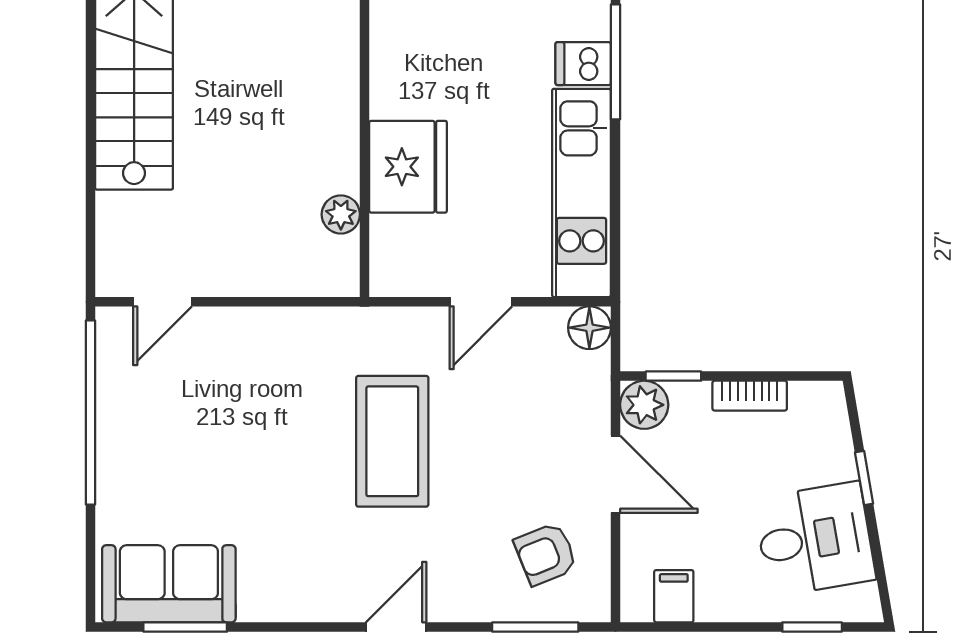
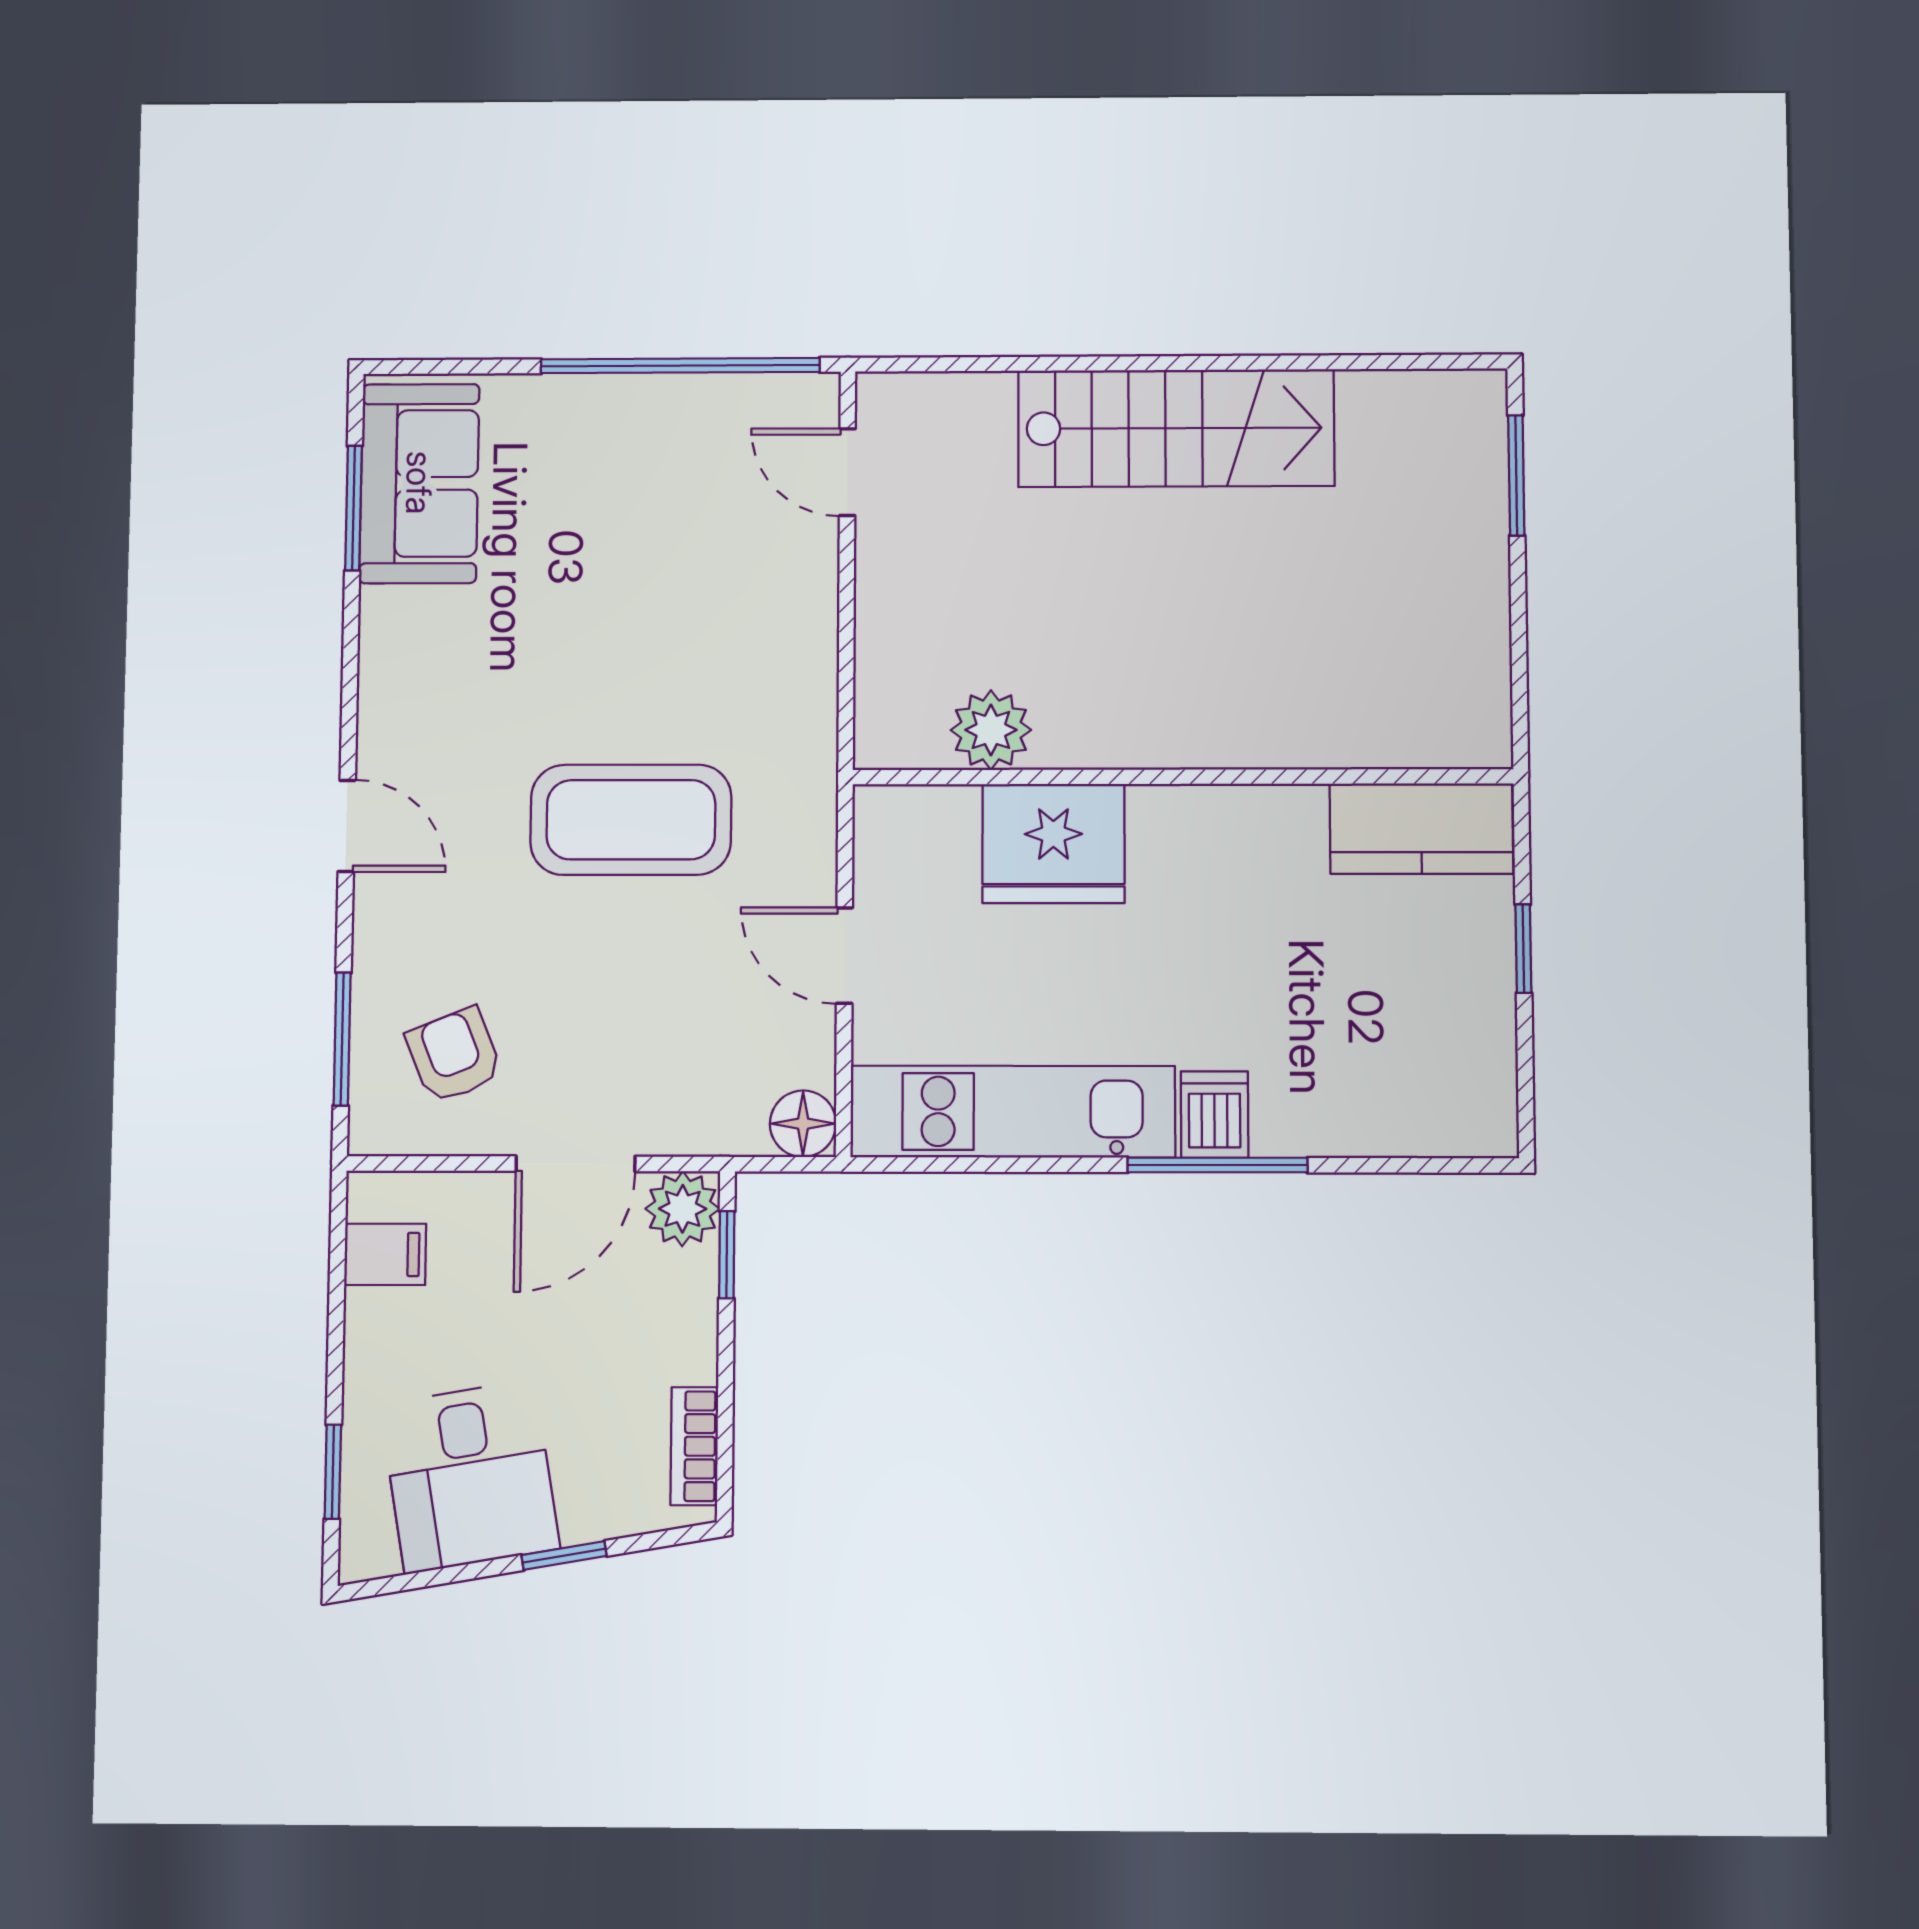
plant: (341, 214) -> (991, 730), width x1.38, depth x1.38
bookcase: (750, 396) -> (694, 1446), moved

